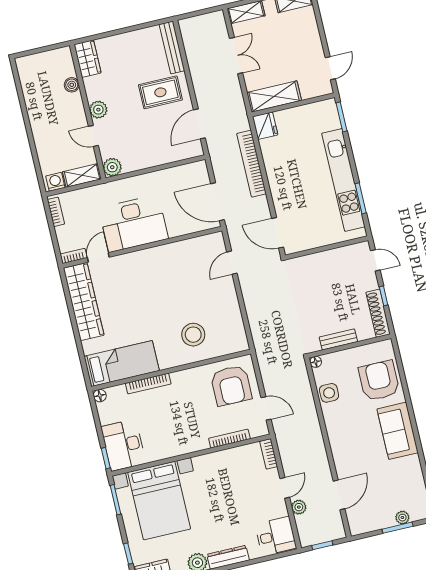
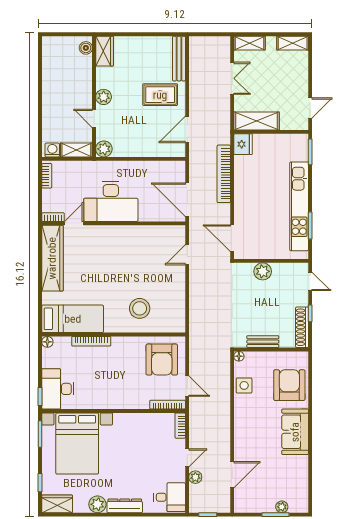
boiler: (72, 85) -> (86, 48), moved
plant: (320, 262) -> (263, 271), added
bookcase: (229, 439) -> (168, 405), moved

